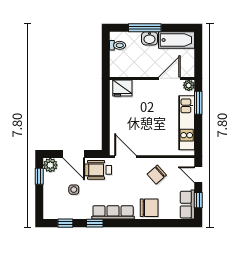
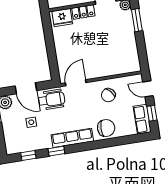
locker: (145, 86) -> (83, 12), added
kitchen unit: (187, 123) -> (129, 41), removed
door: (125, 157) -> (76, 83), hinge flipped
wheelchair: (98, 170) -> (52, 100), turned 180

